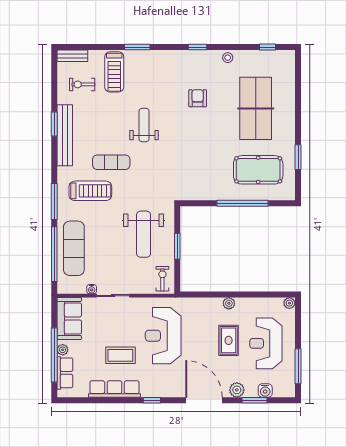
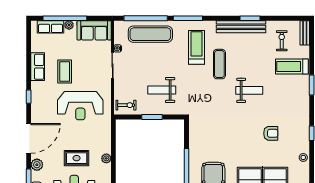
treadmill: (90, 191) -> (196, 47), turned 180
weight bench: (144, 234) -> (162, 90), width x0.73, depth x0.75
reception desk: (163, 336) -> (80, 106), turned 180
row of seats: (115, 389) -> (38, 67), width x0.68

